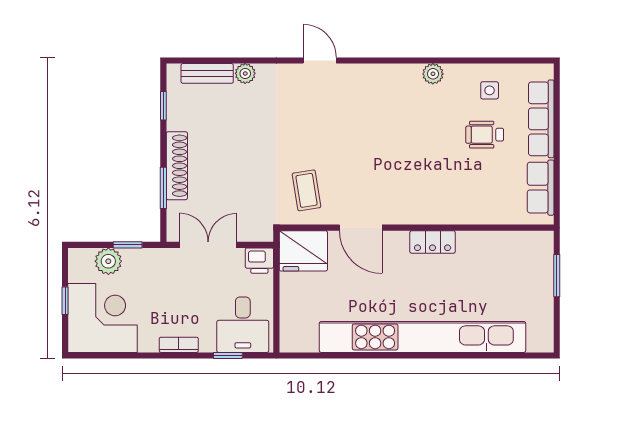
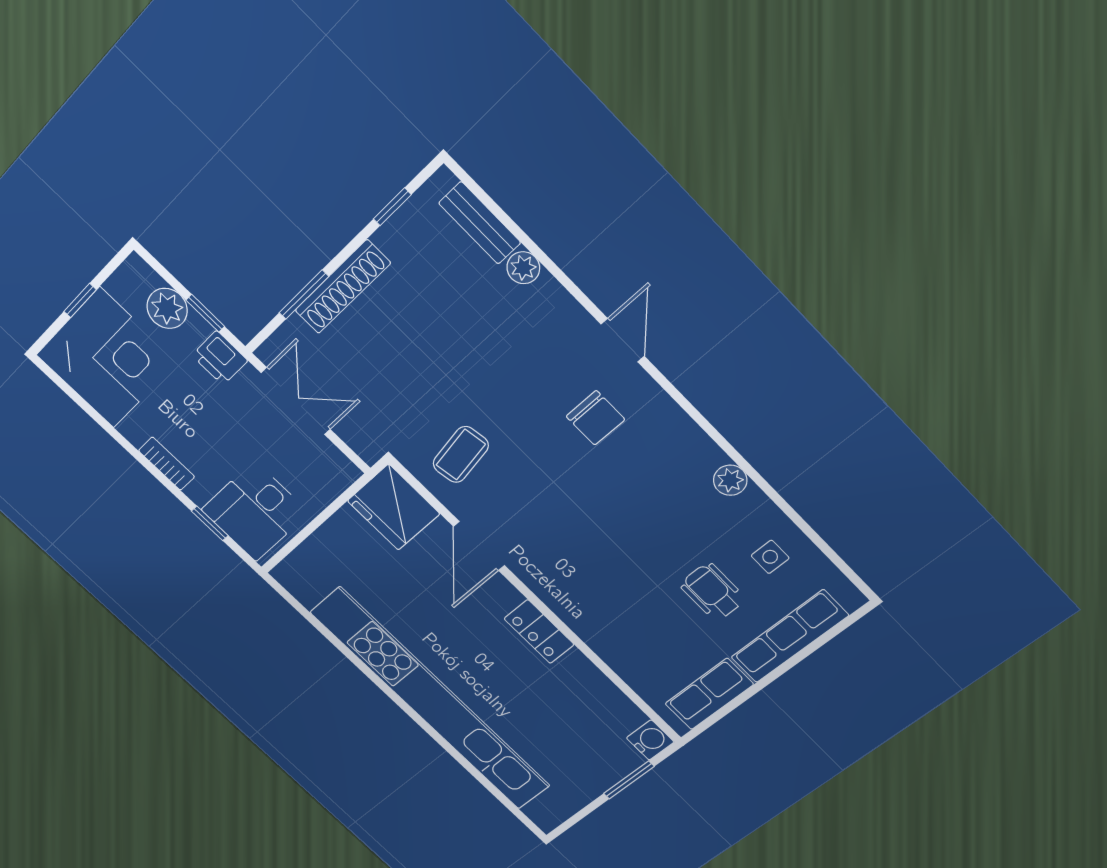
chair: (346, 108) -> (595, 418), added
water cooler: (542, 242) -> (650, 740), added
printer: (259, 261) -> (220, 358), moved

